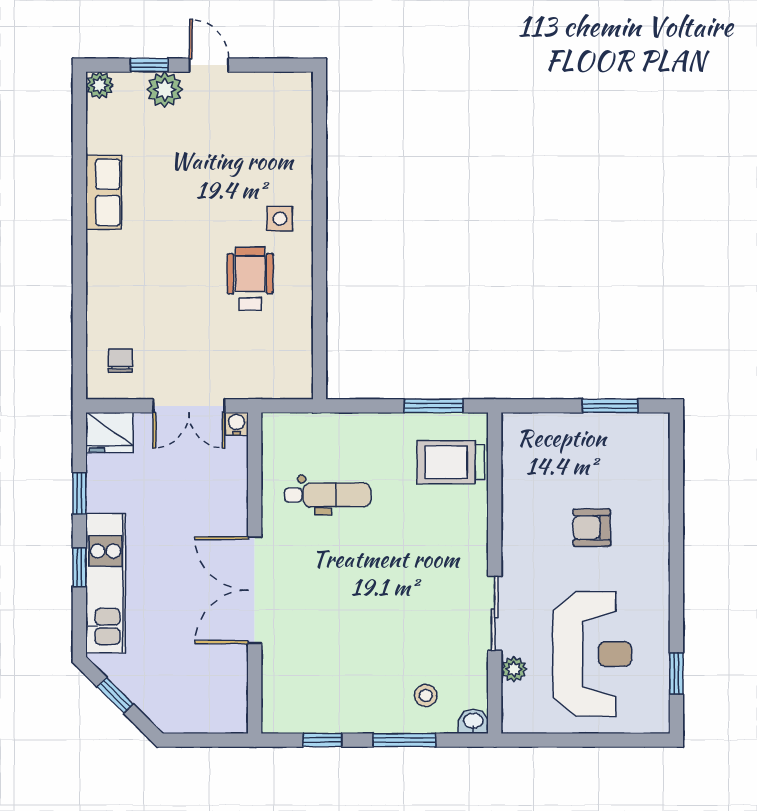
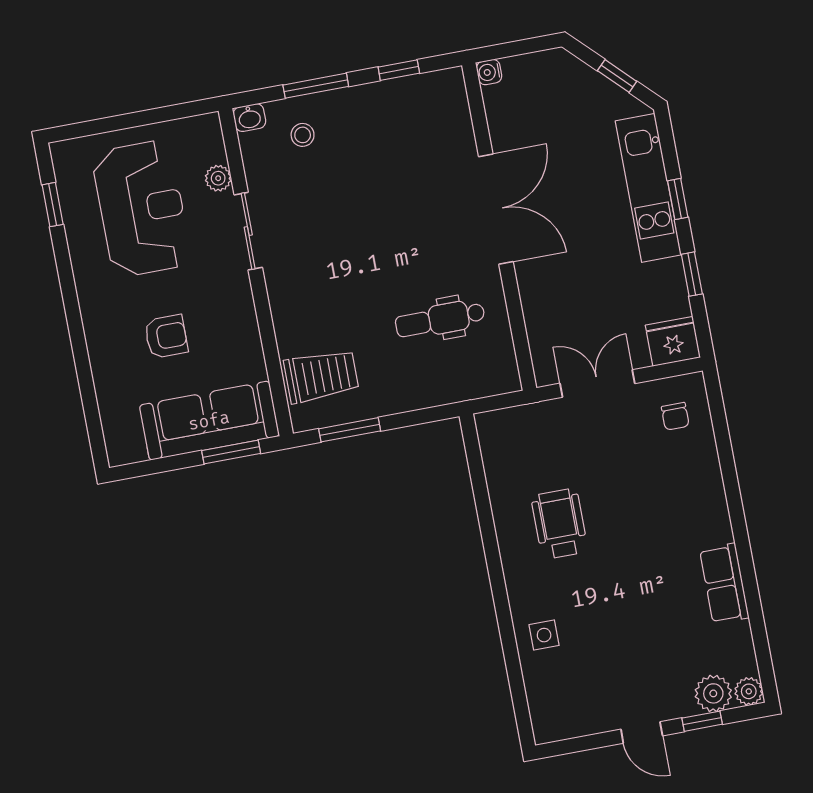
plant: (165, 89) -> (713, 693), moved
side table: (280, 219) -> (544, 635), moved
wheelchair: (250, 279) -> (559, 524), turned 180
window: (610, 406) -> (231, 452), moved
water cooler: (237, 424) -> (489, 72), moved, turned 90
sofa: (565, 440) -> (209, 421), added
reception desk: (592, 654) -> (142, 208), turned 180

